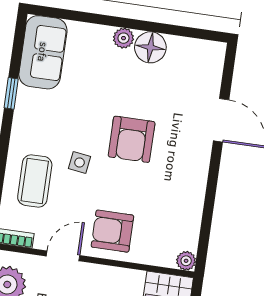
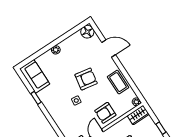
floor lamp: (150, 47) -> (87, 32), moved
armchair: (132, 139) -> (86, 79), turned -80
coffee table: (35, 181) -> (118, 82), moved

